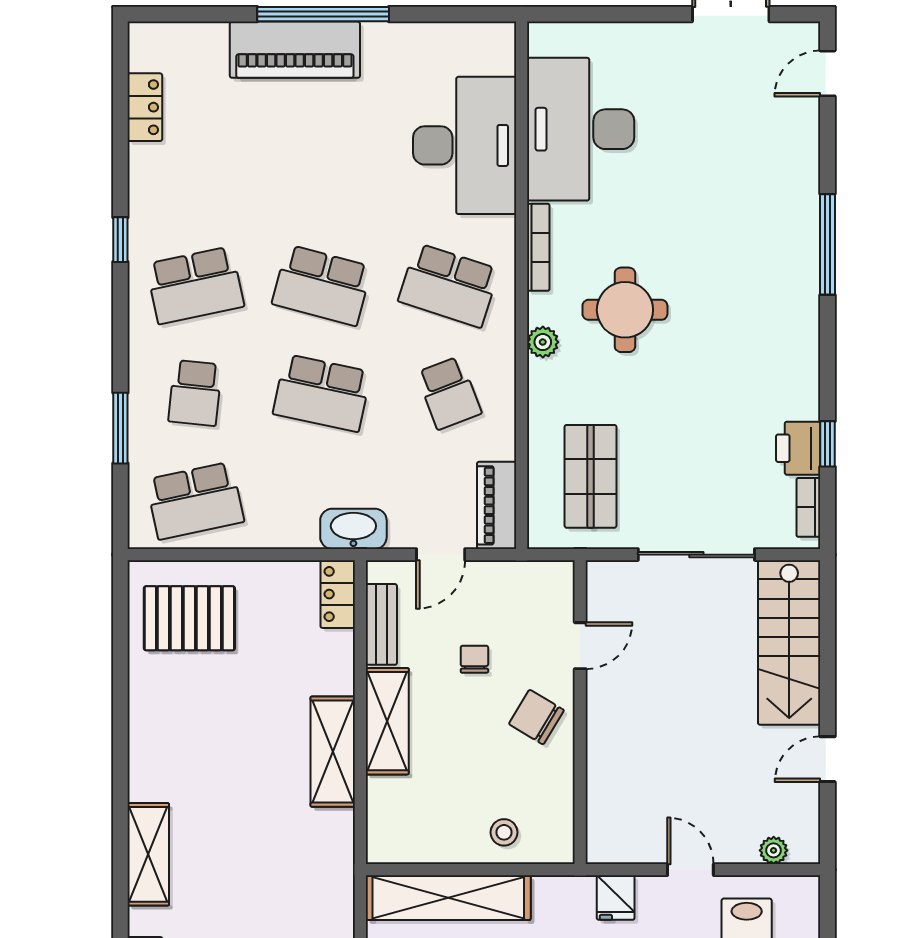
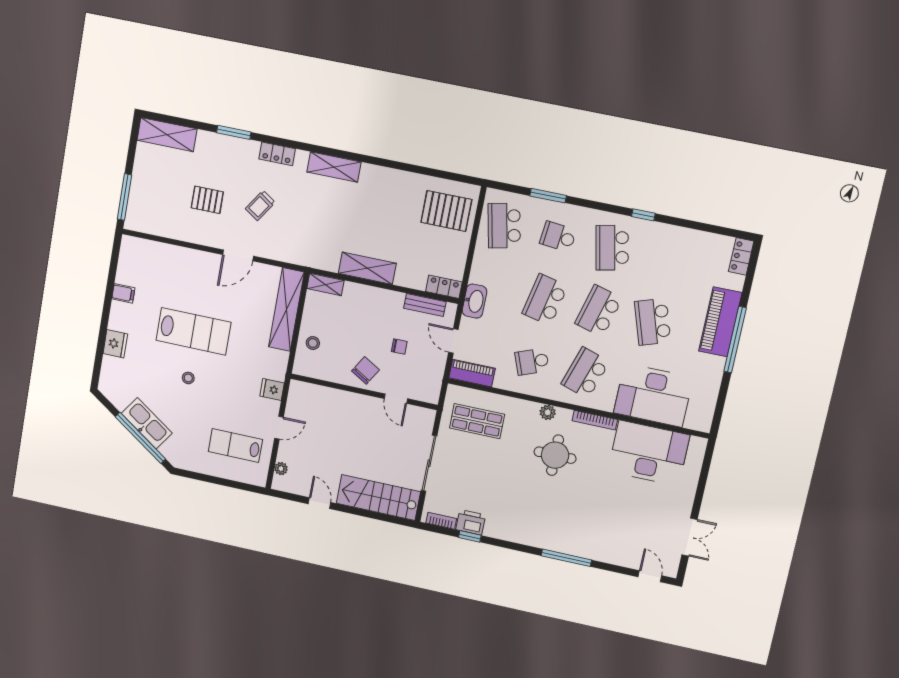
locker: (145, 107) -> (741, 256), moved, turned 90
school desk: (322, 178) -> (653, 322), added
pallet: (189, 618) -> (446, 211), turned 90
shelving: (387, 721) -> (325, 284), moved, width x0.67, depth x0.75

